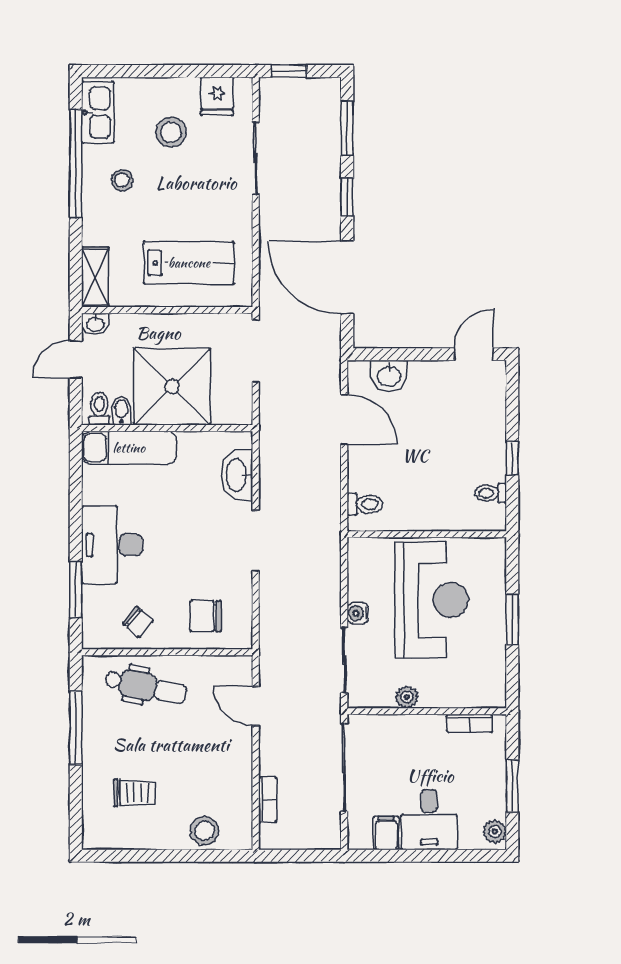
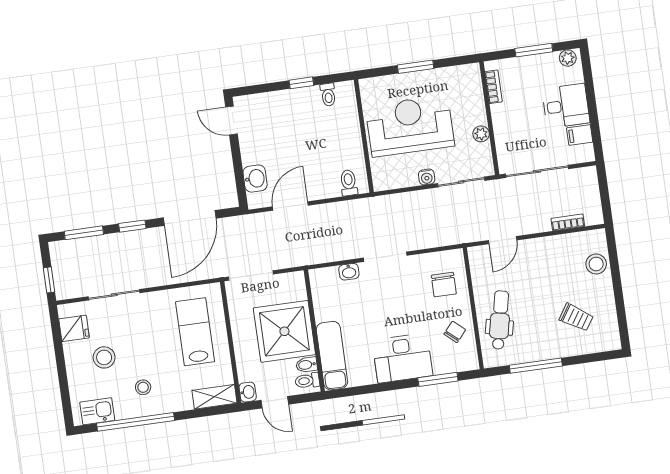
kitchen sink: (98, 112) -> (97, 411), width x0.73
washbasin: (237, 475) -> (349, 272), width x0.52, depth x0.69
trolley: (135, 793) -> (576, 317), turned 123

